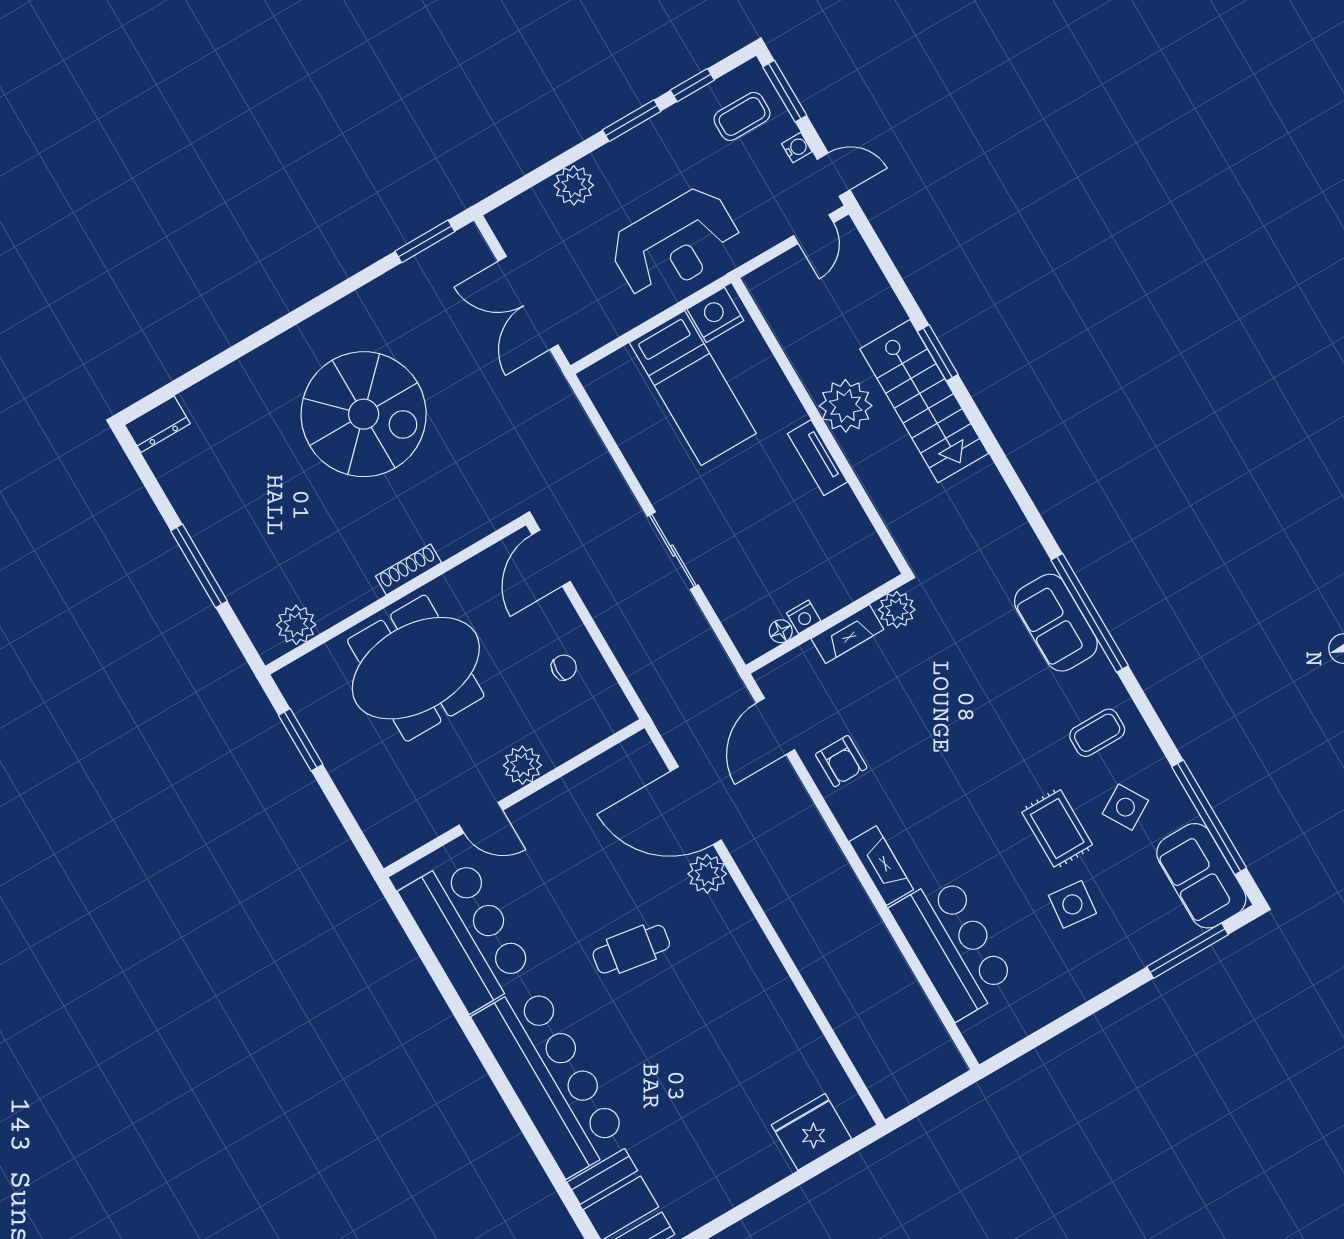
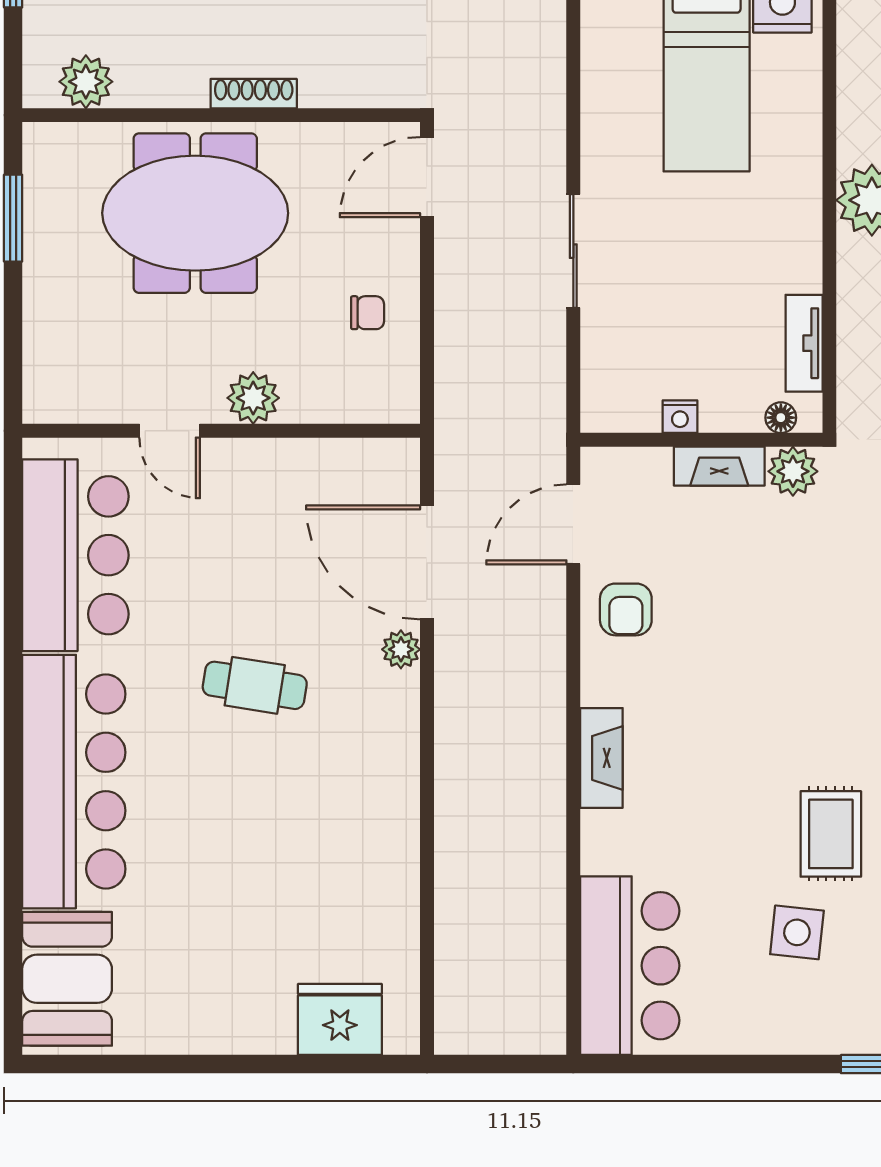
tv unit: (817, 458) -> (804, 343), moved
floor lamp: (781, 631) -> (781, 418), moved
plant: (707, 874) -> (401, 649), width x0.73, depth x0.73
bar counter: (953, 947) -> (630, 966), moved

